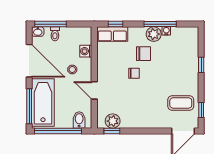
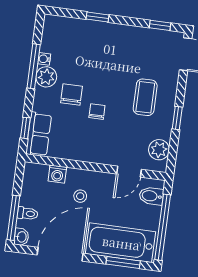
door: (94, 90) -> (129, 172), moved
coffee table: (181, 103) -> (145, 97), moved
window: (29, 106) -> (123, 263), width x0.69
window: (112, 131) -> (177, 118), moved

